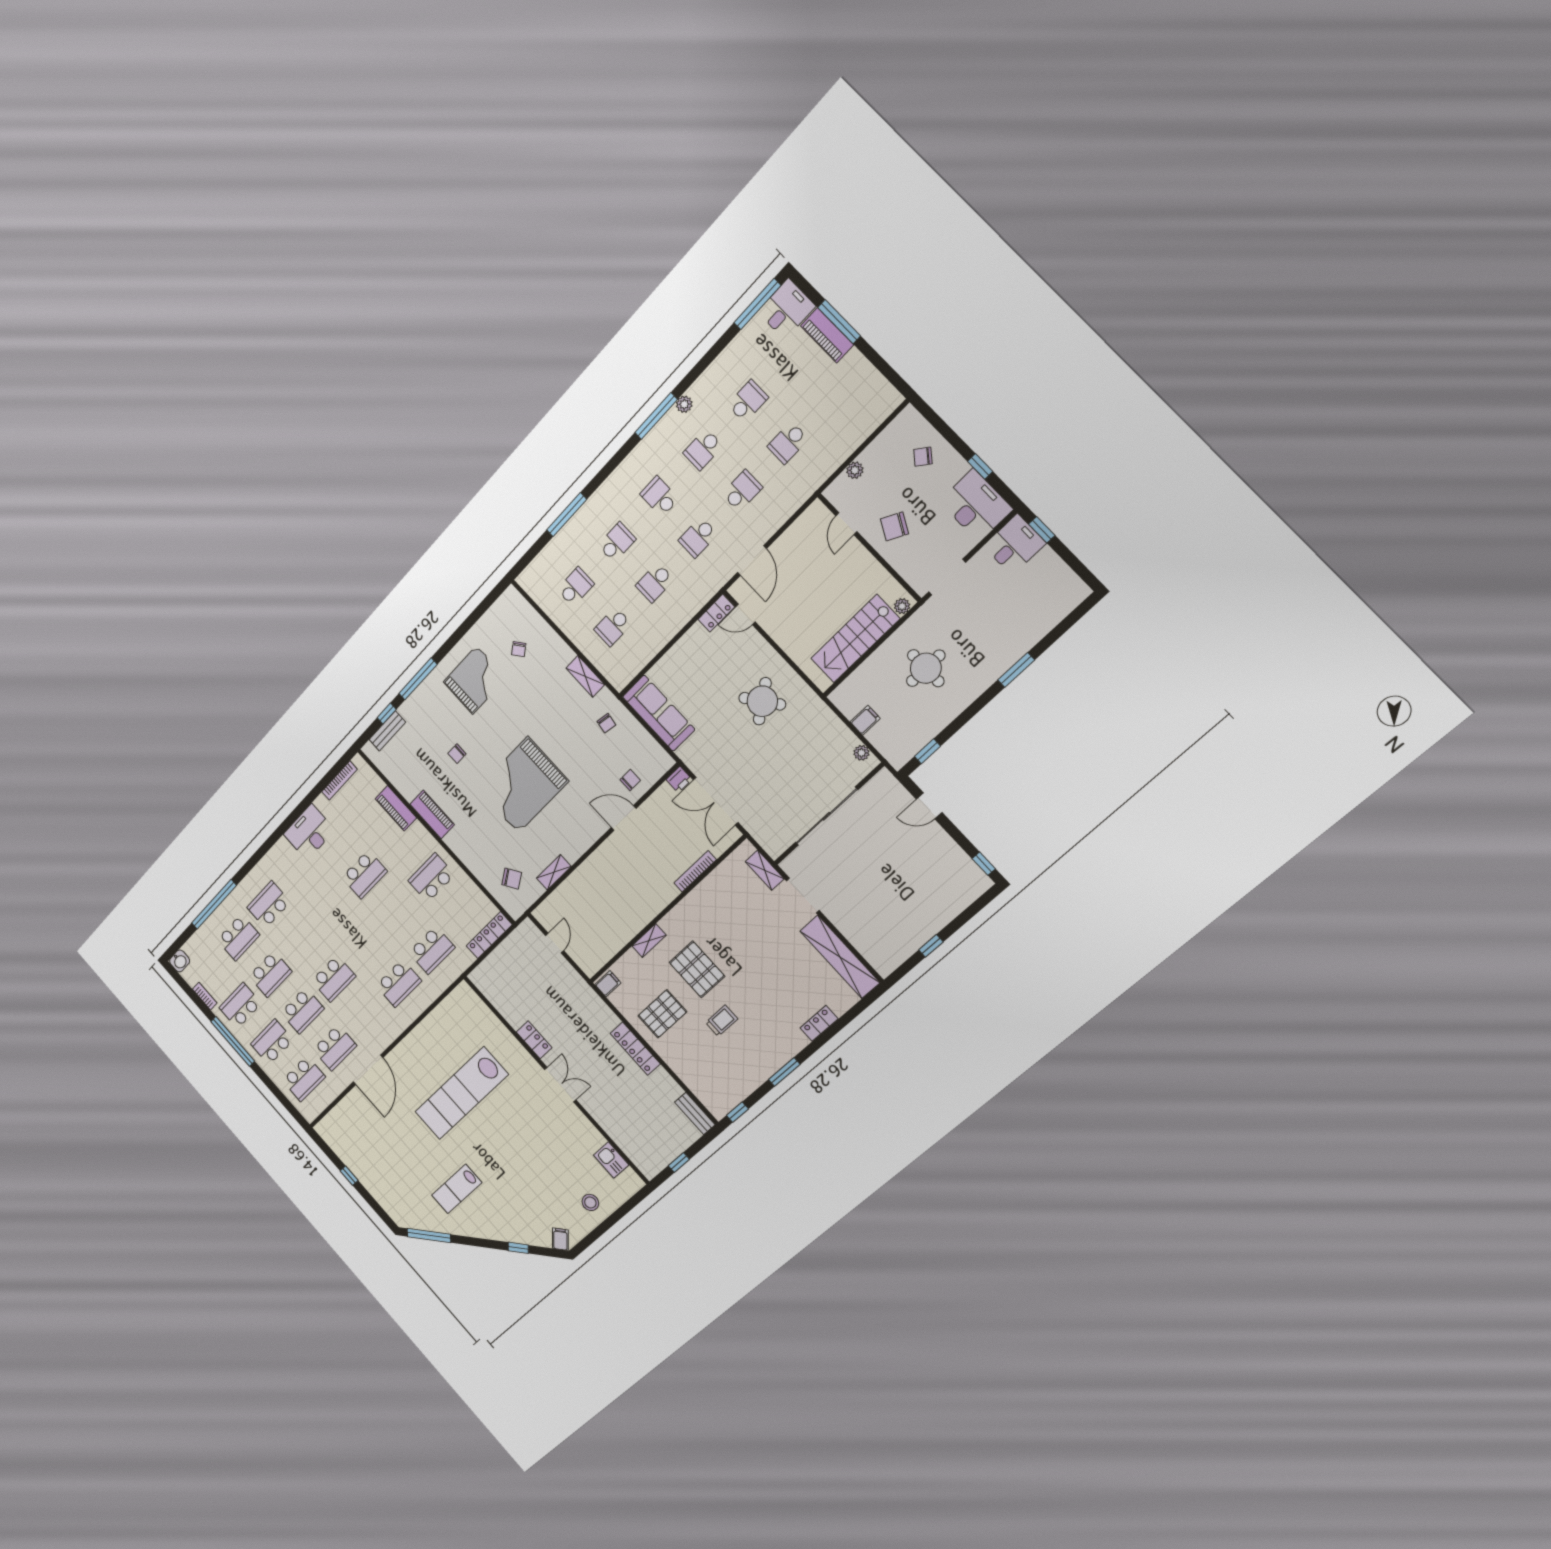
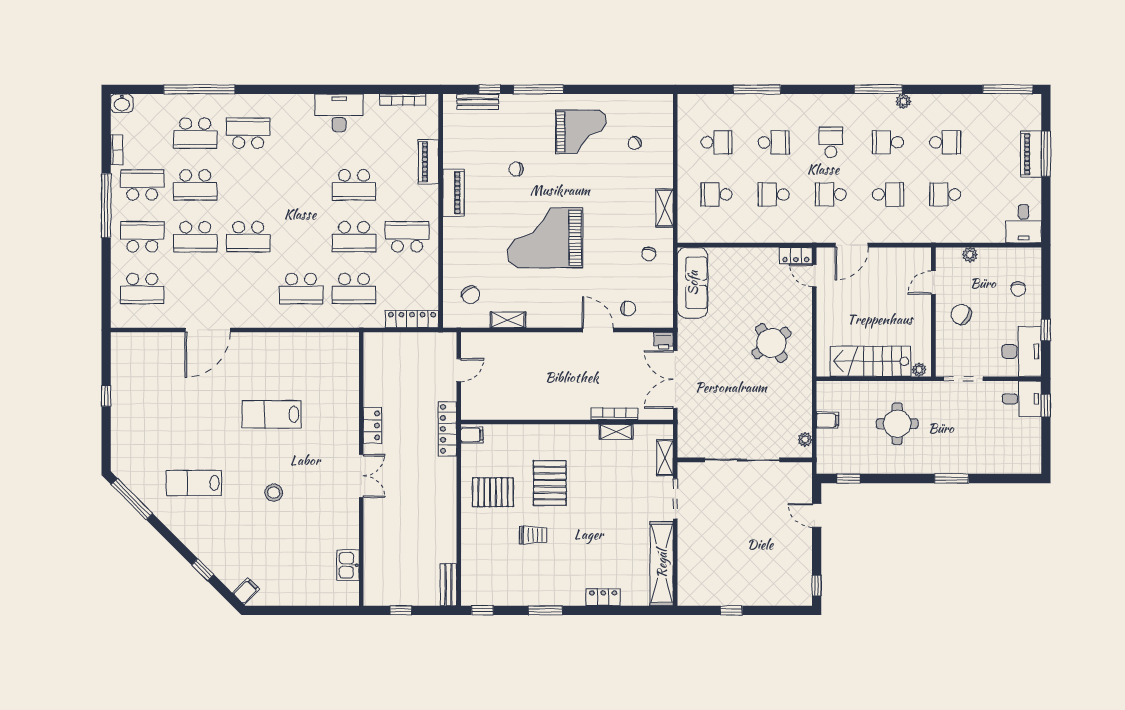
desk: (786, 309) -> (1024, 224), moved, turned 90
chair: (923, 457) -> (1018, 289), turned -128
shelving: (649, 941) -> (616, 432), moved
school desk: (335, 1048) -> (354, 237), moved
locker: (635, 1049) -> (447, 429), moved
lab bench: (461, 1093) -> (272, 414), width x0.54, depth x0.72
stool: (590, 1202) -> (274, 493), moved

